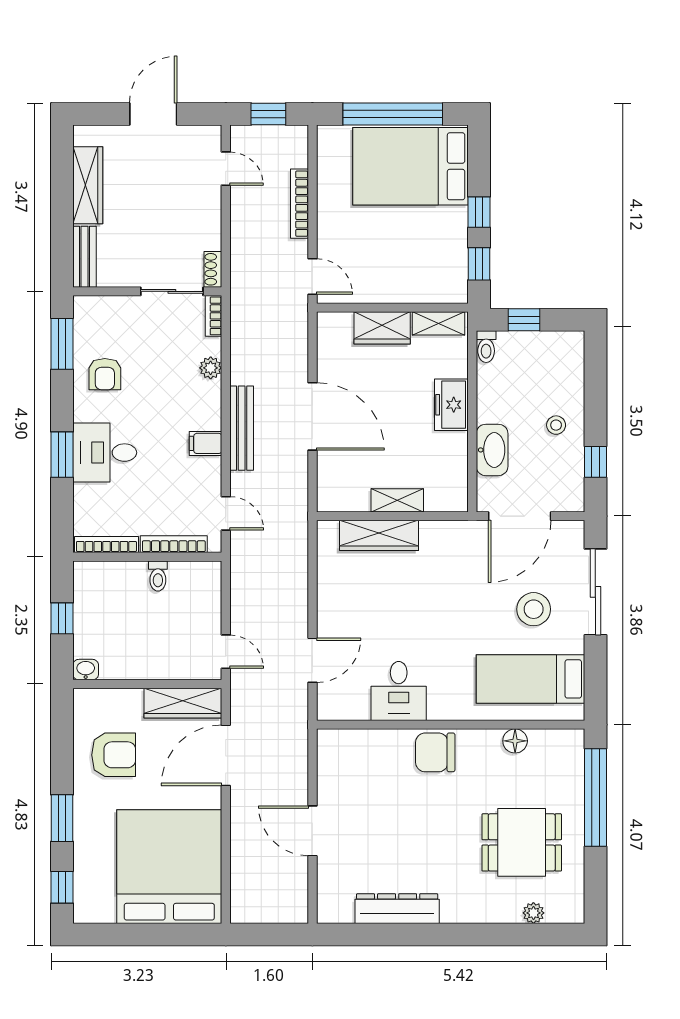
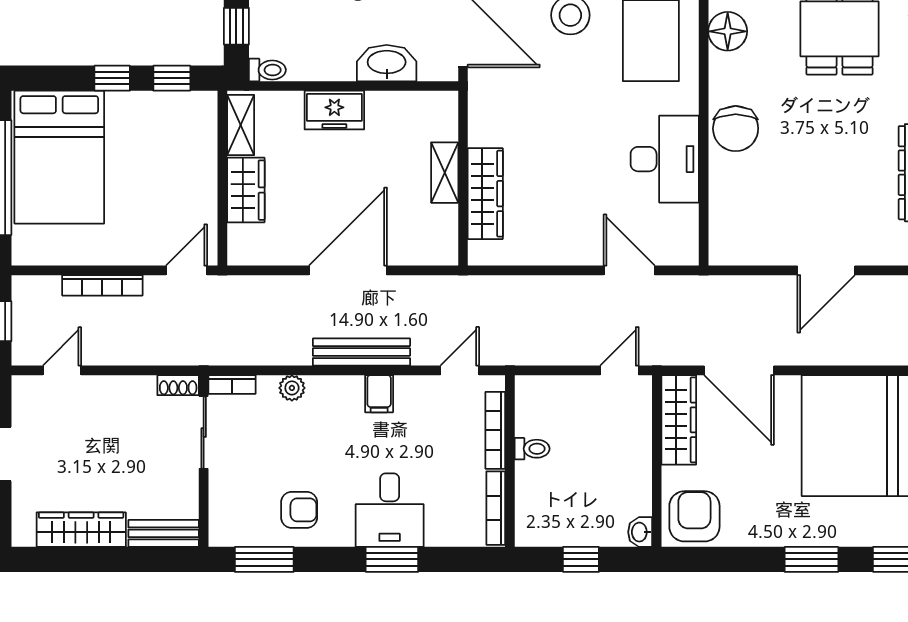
desk: (399, 691) -> (665, 159), width x1.37
floor lamp: (515, 741) -> (728, 31), width x1.38, depth x1.38
armchair: (114, 755) -> (694, 516), moved

